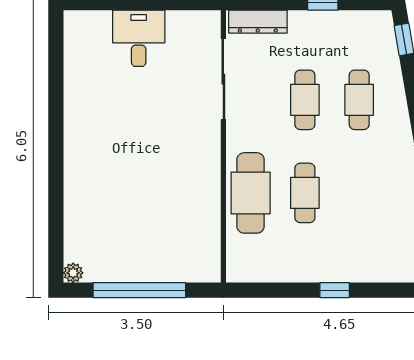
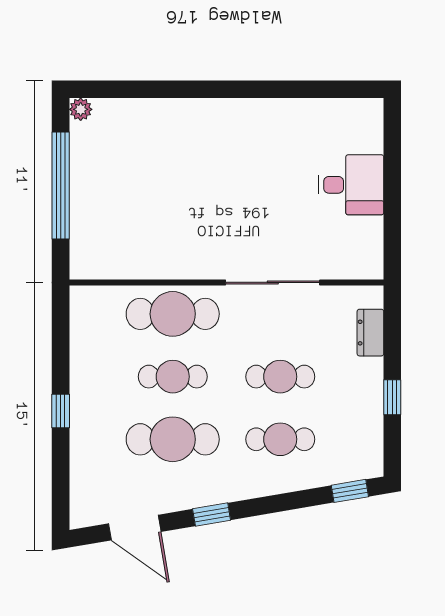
dresser: (258, 22) -> (370, 333), width x0.70
sliding door: (223, 79) -> (273, 282), moved
cafe table: (359, 193) -> (173, 439), added

